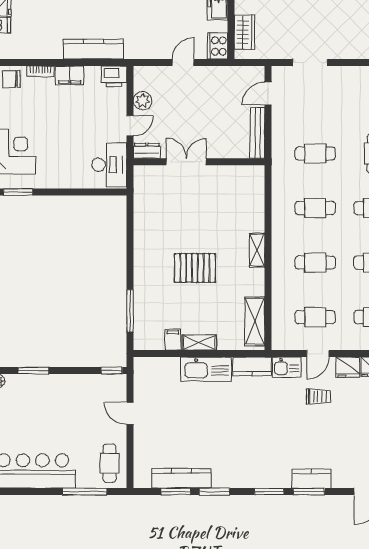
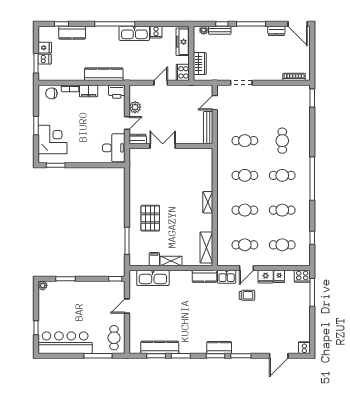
pallet: (195, 268) -> (150, 218), moved, turned 90
kitchen sink: (206, 369) -> (153, 278), moved
door: (130, 413) -> (127, 306), hinge flipped
kitchen counter: (311, 479) -> (219, 348), moved

